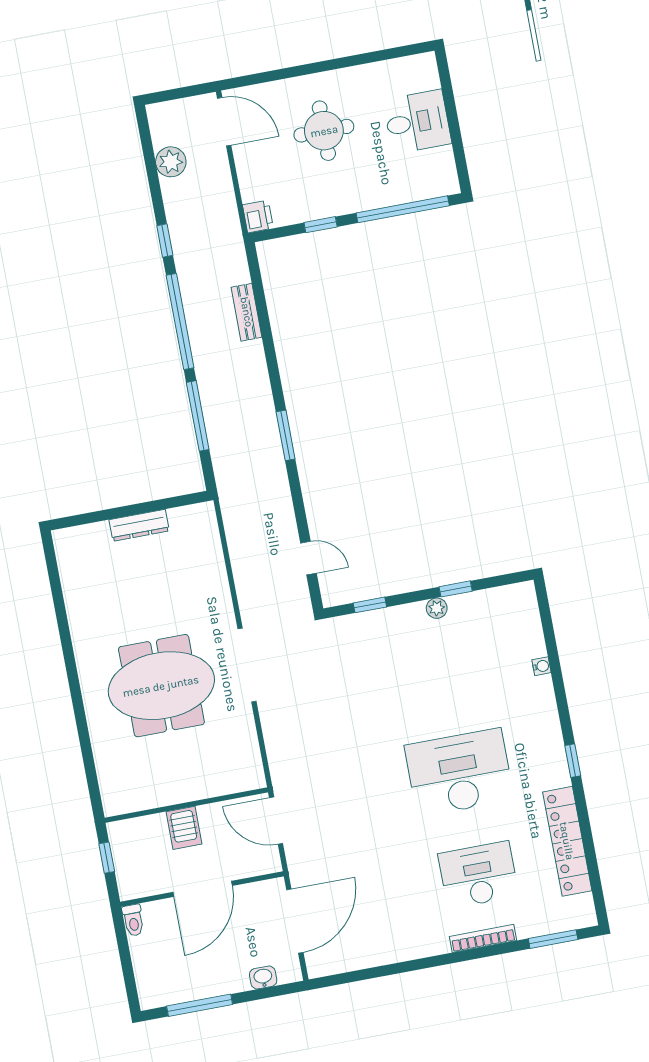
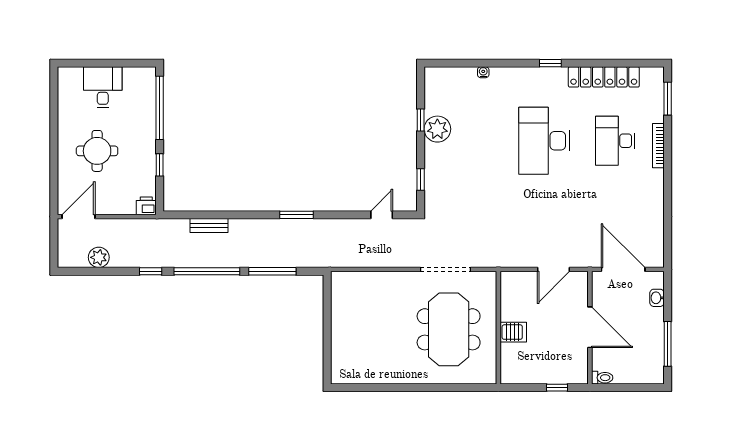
dresser: (139, 525) -> (338, 324), removed
plant: (437, 608) -> (437, 129), width x1.88, depth x1.88
wall: (186, 805) -> (498, 328), moved
server rack: (184, 828) -> (513, 332), moved

